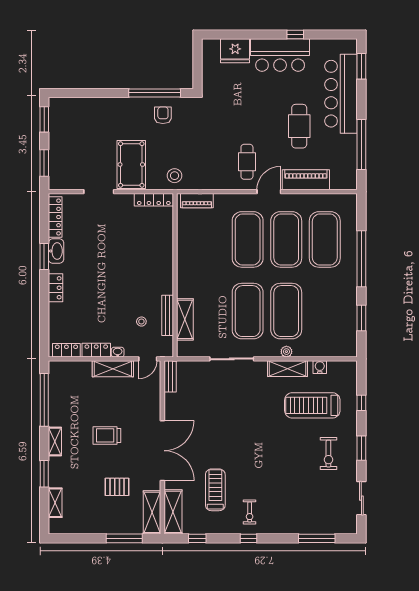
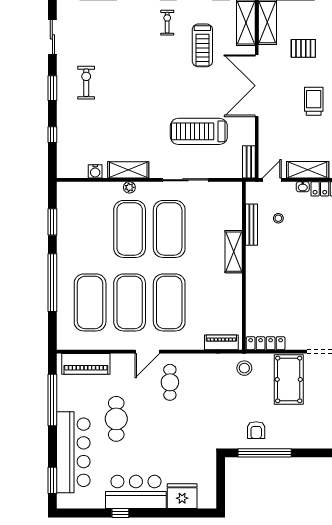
piano: (306, 180) -> (86, 364), moved
shelving: (185, 319) -> (234, 252), moved
treadmill: (312, 405) -> (199, 131), moved, turned 180
trolley: (107, 435) -> (314, 101), turned -90

